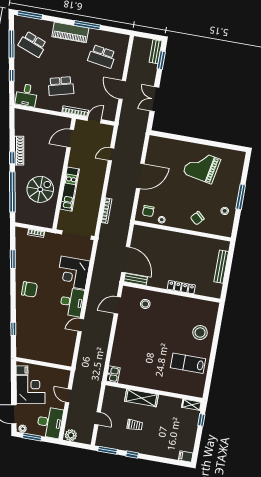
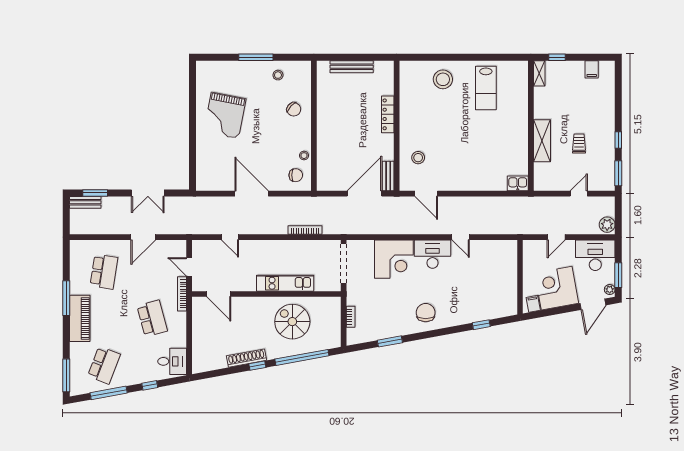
filing cabinet: (186, 456) -> (592, 69), moved

